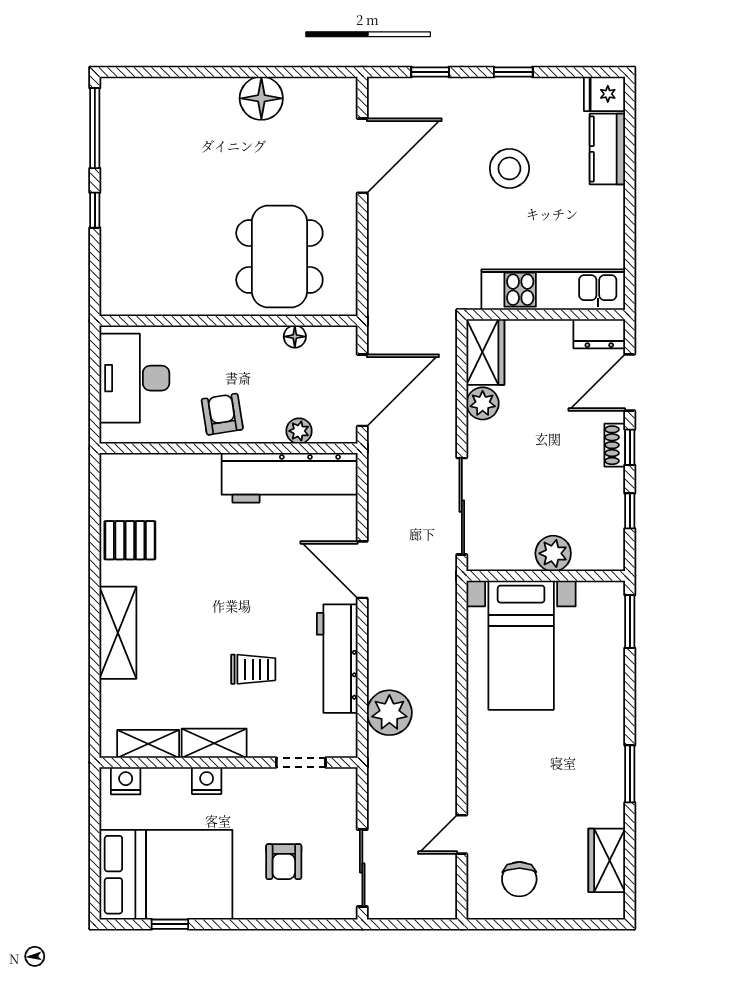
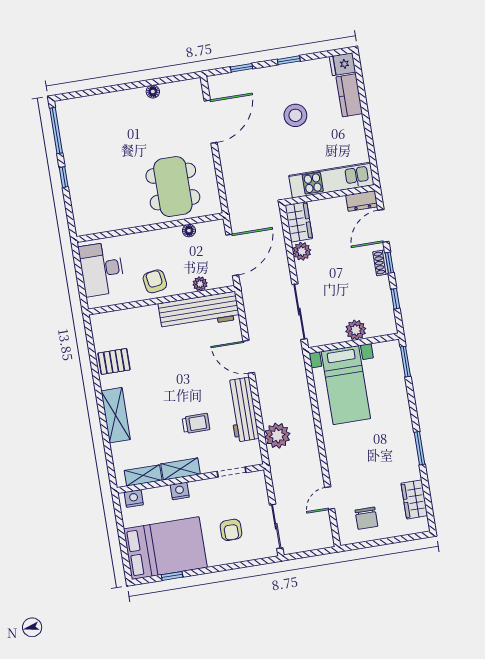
floor lamp: (261, 98) -> (153, 92), width x0.53, depth x0.53

